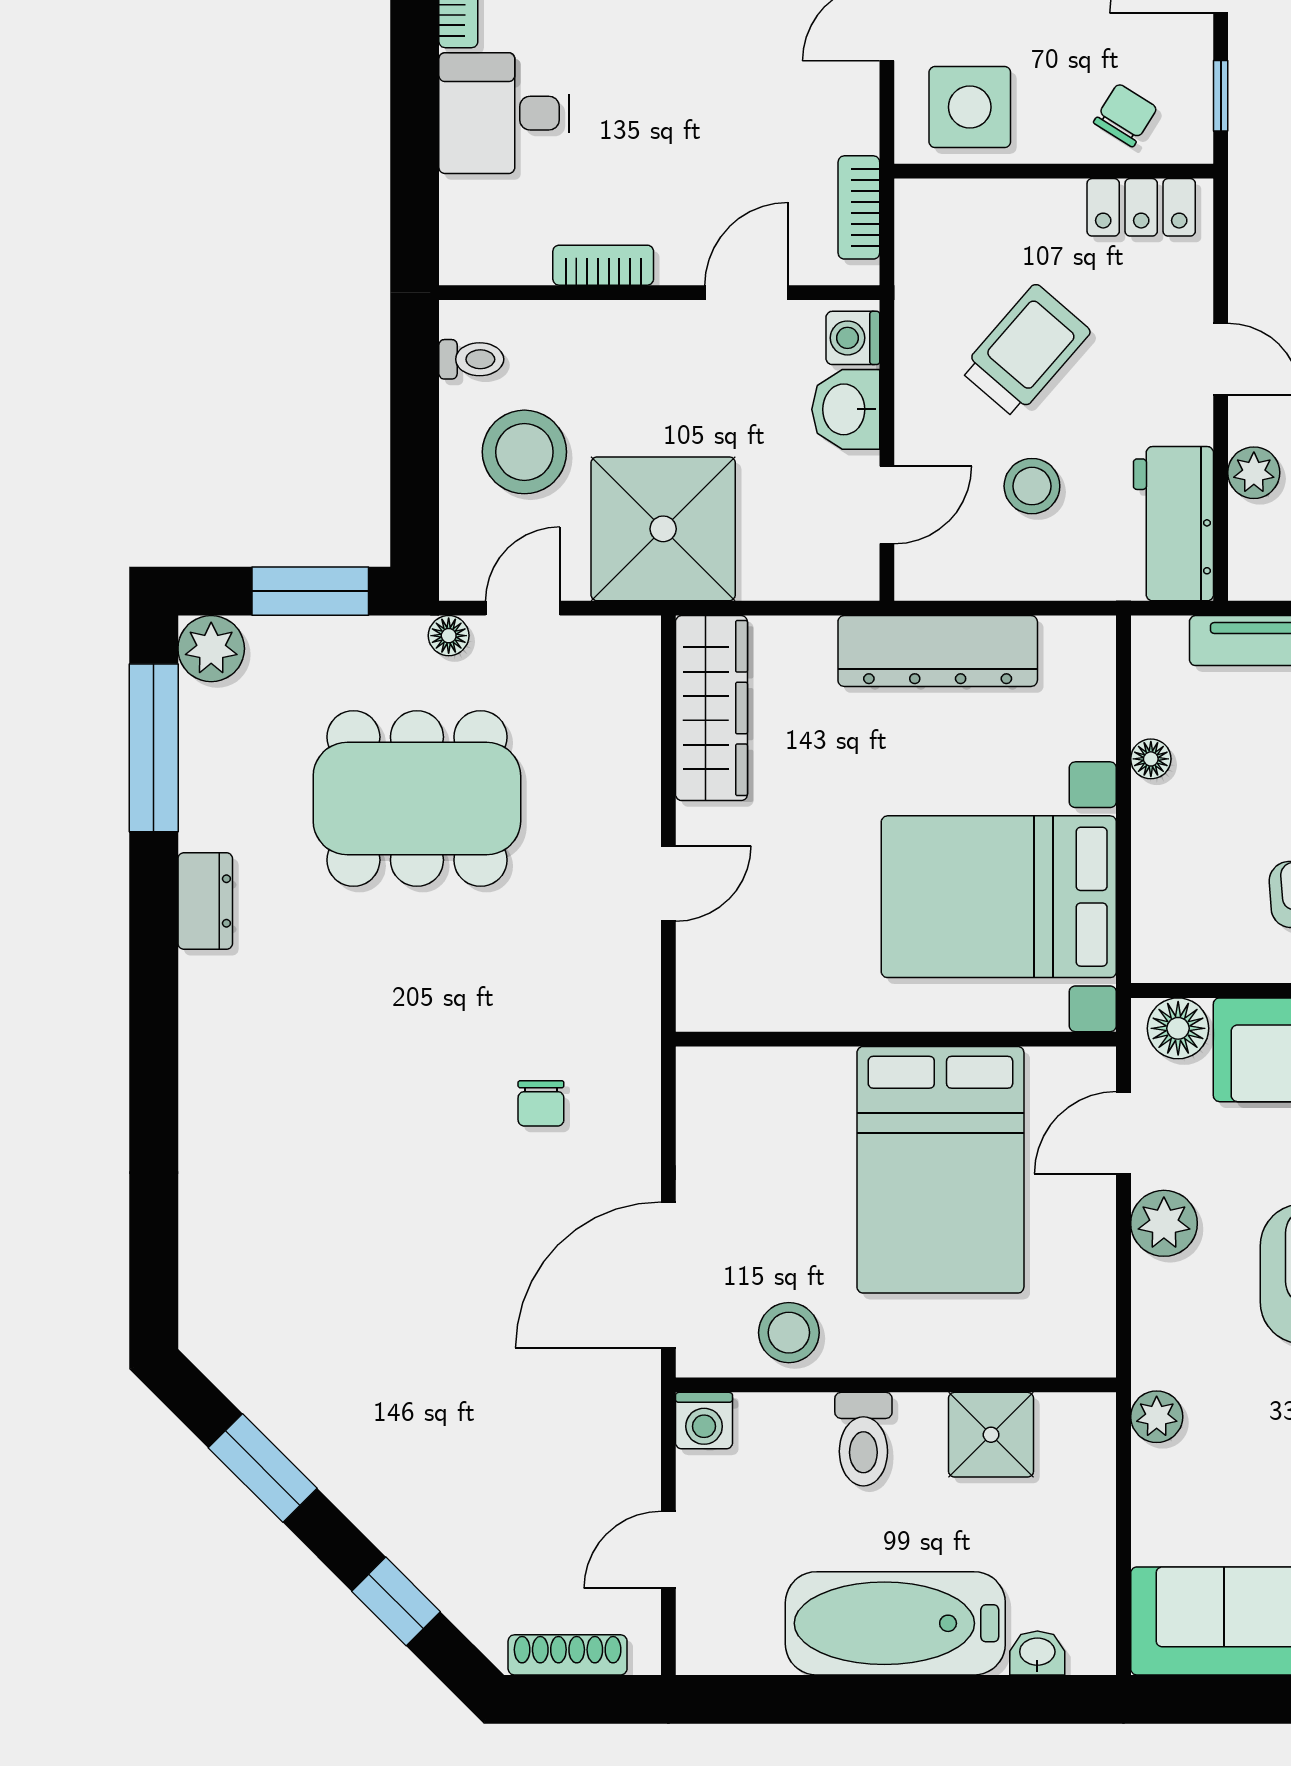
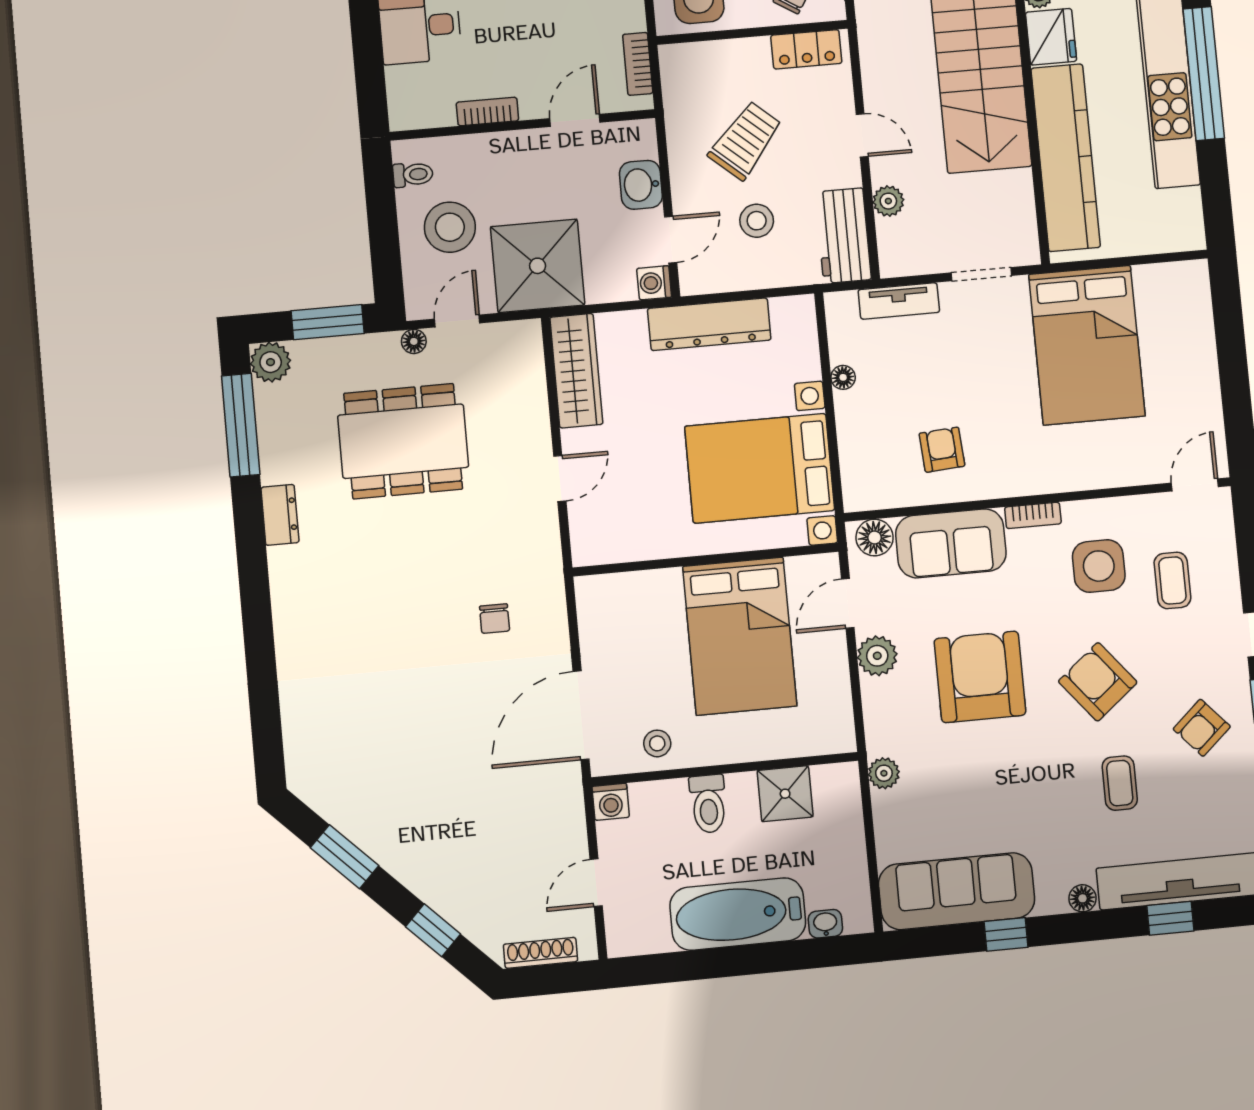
washing machine: (853, 338) -> (654, 283), moved
stool: (789, 1333) -> (657, 743), width x0.73, depth x0.73

